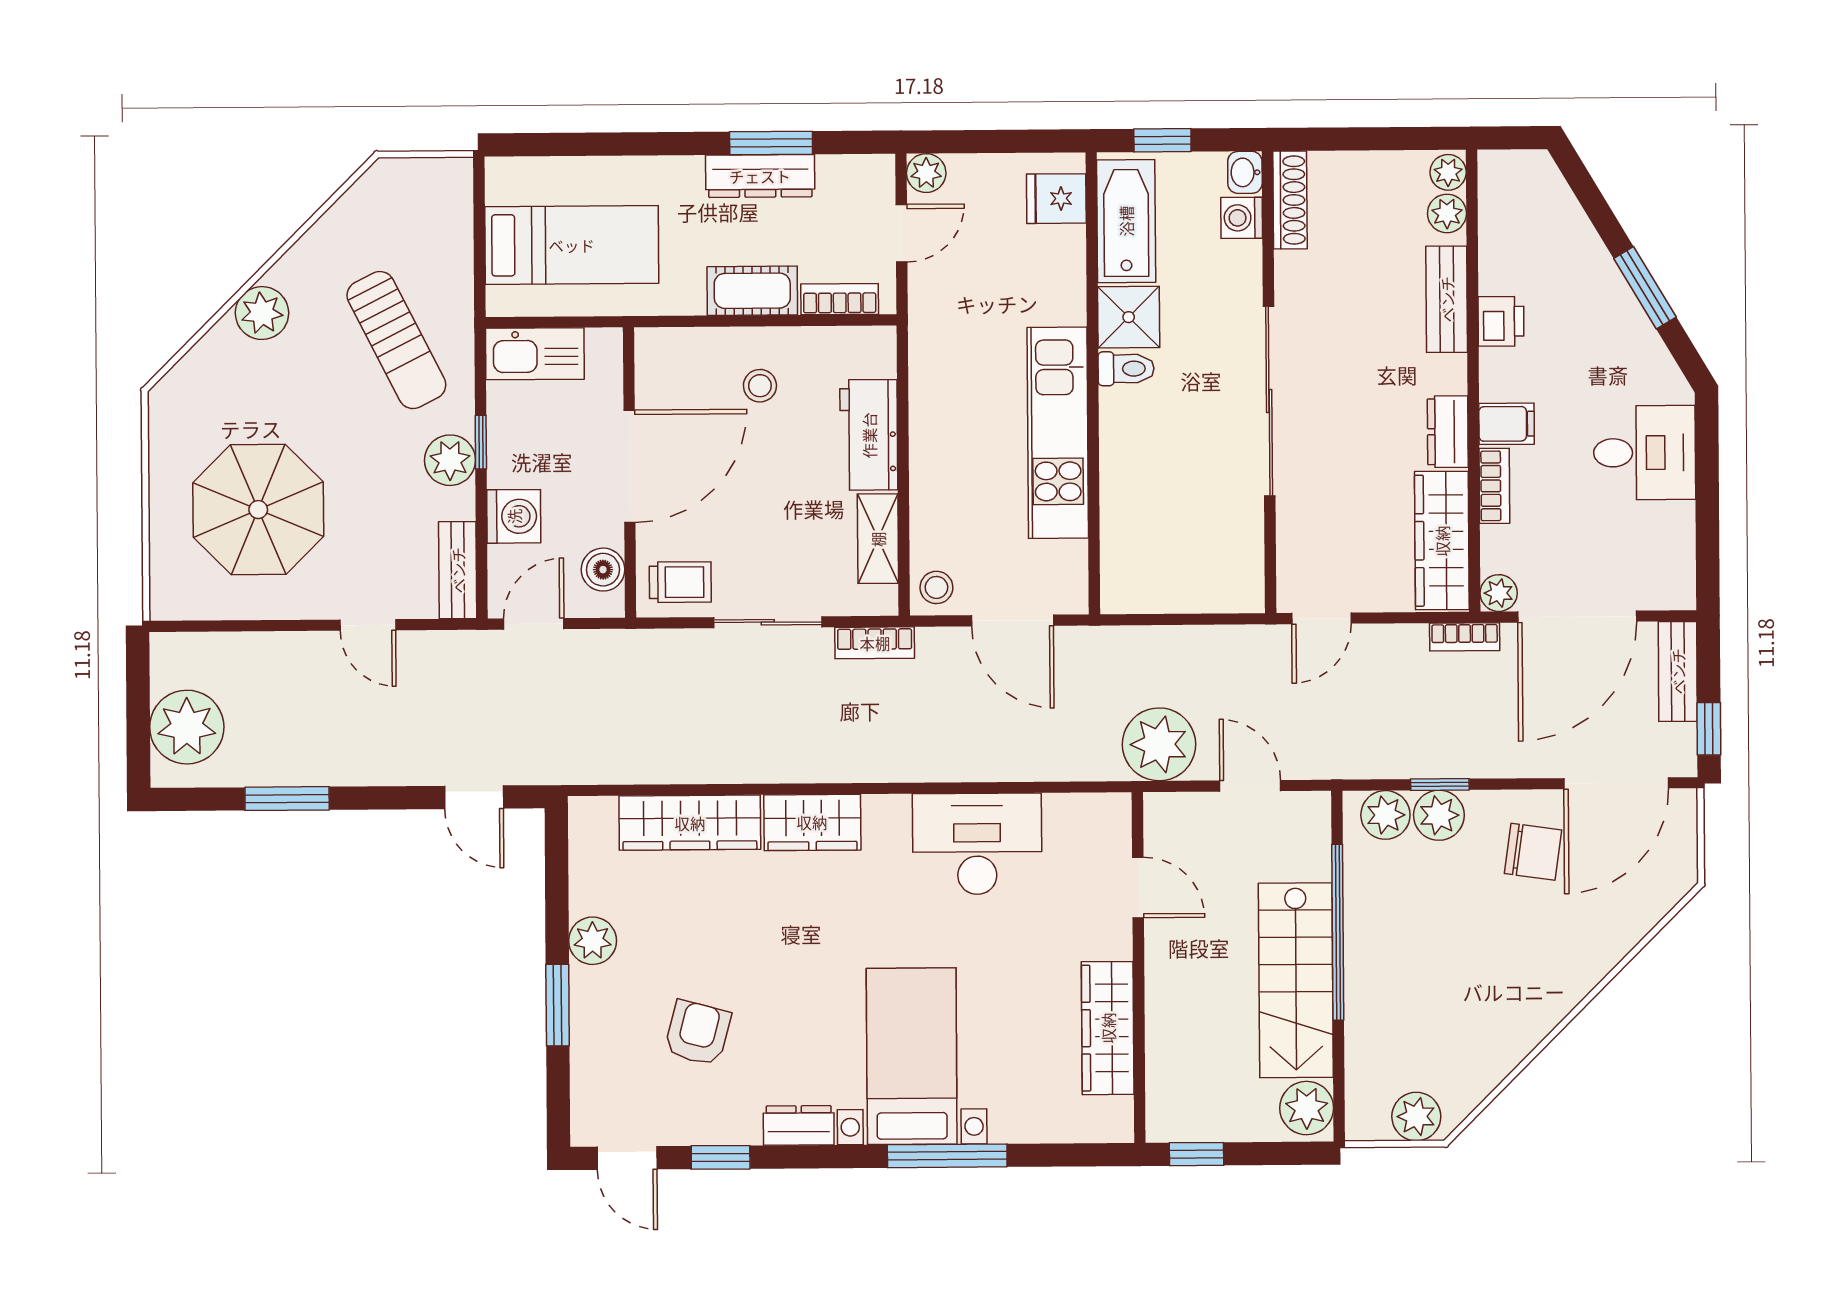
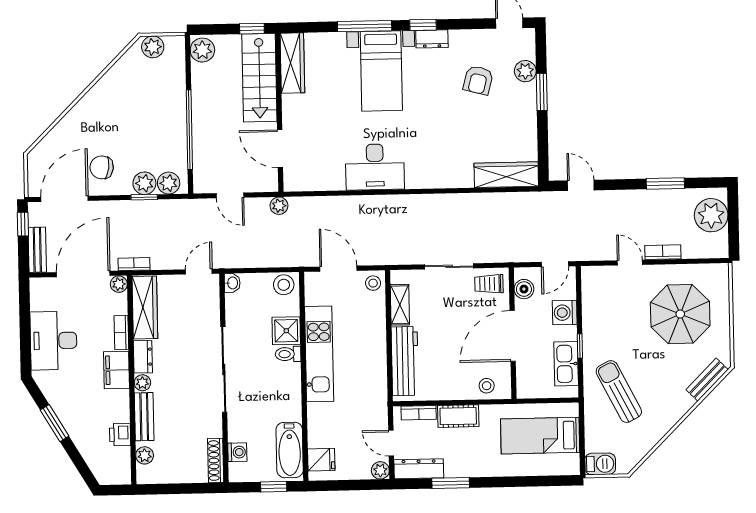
washbasin: (1245, 172) -> (232, 283), moved
plant: (1448, 172) -> (142, 383), moved
dresser: (760, 176) -> (419, 469), moved
barbecue: (440, 181) -> (600, 464), added
door: (902, 233) -> (391, 443), hinge flipped
plant: (262, 313) -> (680, 403), removed
shower: (1129, 317) -> (286, 331), moved
printer: (1501, 321) -> (120, 435), moved
kitchen sink: (535, 354) -> (566, 364), moved, turned -90
toilet: (1126, 369) -> (288, 354), moved
stool: (760, 386) -> (487, 386), moved
filing cabinet: (1507, 424) -> (117, 370), width x2.00
workbench: (869, 435) -> (405, 361), width x1.38
desk: (1645, 453) -> (54, 341), width x1.37
plant: (450, 460) -> (594, 338), removed
bench: (458, 570) -> (707, 380), moved, turned 45
stool: (1134, 587) -> (284, 285), added
bookcase: (875, 643) -> (663, 252), moved
plant: (1159, 744) -> (279, 206), width x0.53, depth x0.53
wardrobe: (812, 822) -> (428, 176), removed
wardrobe: (690, 823) -> (506, 175), moved
desk: (977, 844) -> (375, 167), moved
door: (1138, 888) -> (280, 149), width x1.38
plant: (593, 941) -> (525, 71), moved
stairs: (1296, 980) -> (259, 78), moved, turned 180
wardrobe: (1108, 1028) -> (292, 63), moved
window: (721, 1157) -> (423, 25), moved

